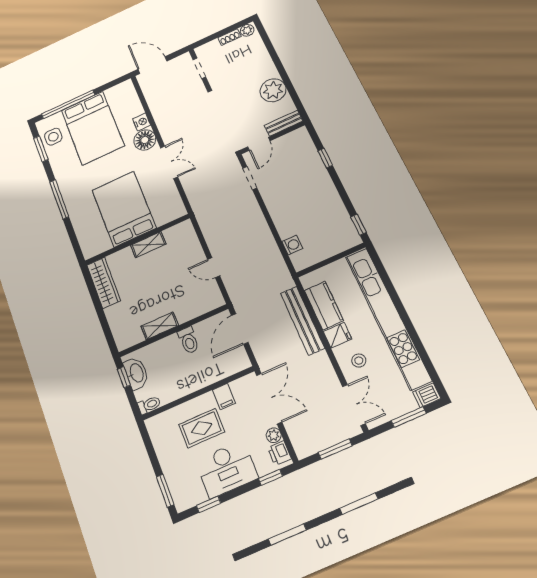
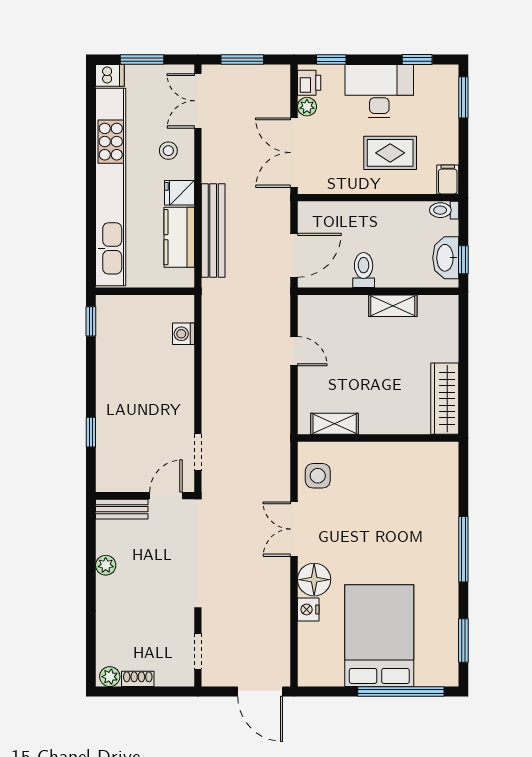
plant: (273, 90) -> (106, 565), width x0.53, depth x0.53
side table: (53, 137) -> (318, 476), moved
bed: (124, 209) -> (380, 491), removed
shelving: (148, 245) -> (335, 424), moved
filing cabinet: (224, 396) -> (448, 179), moved

